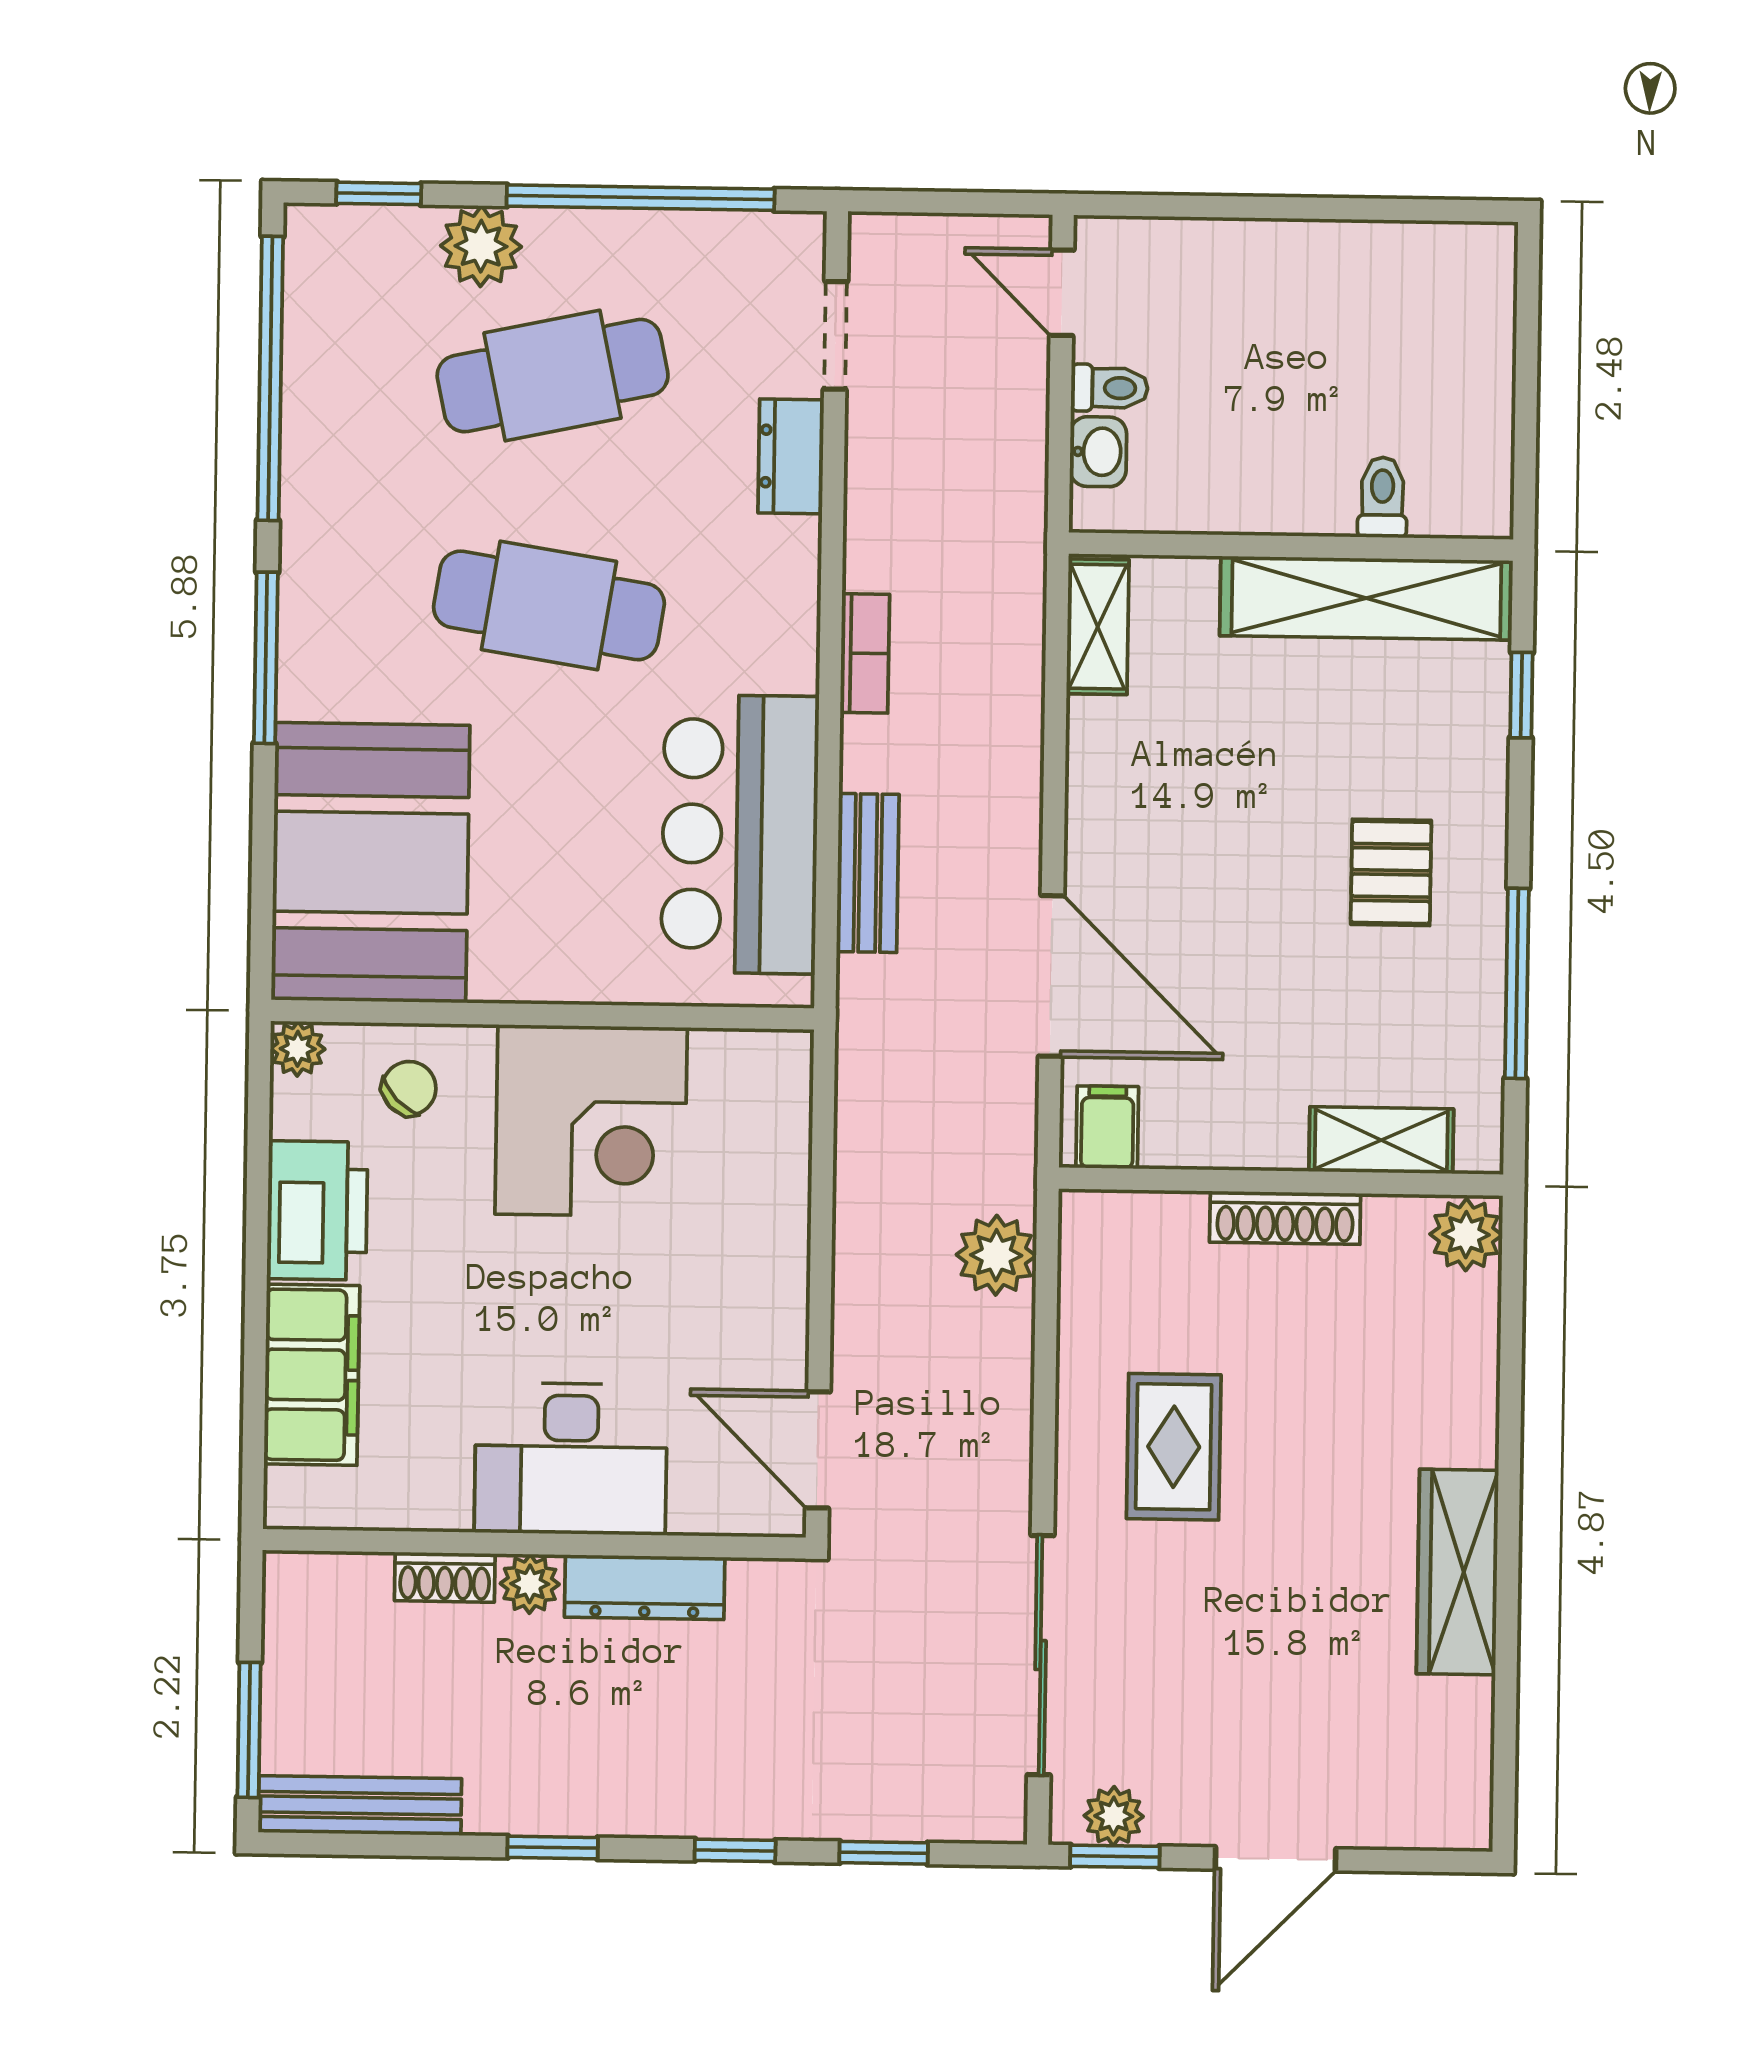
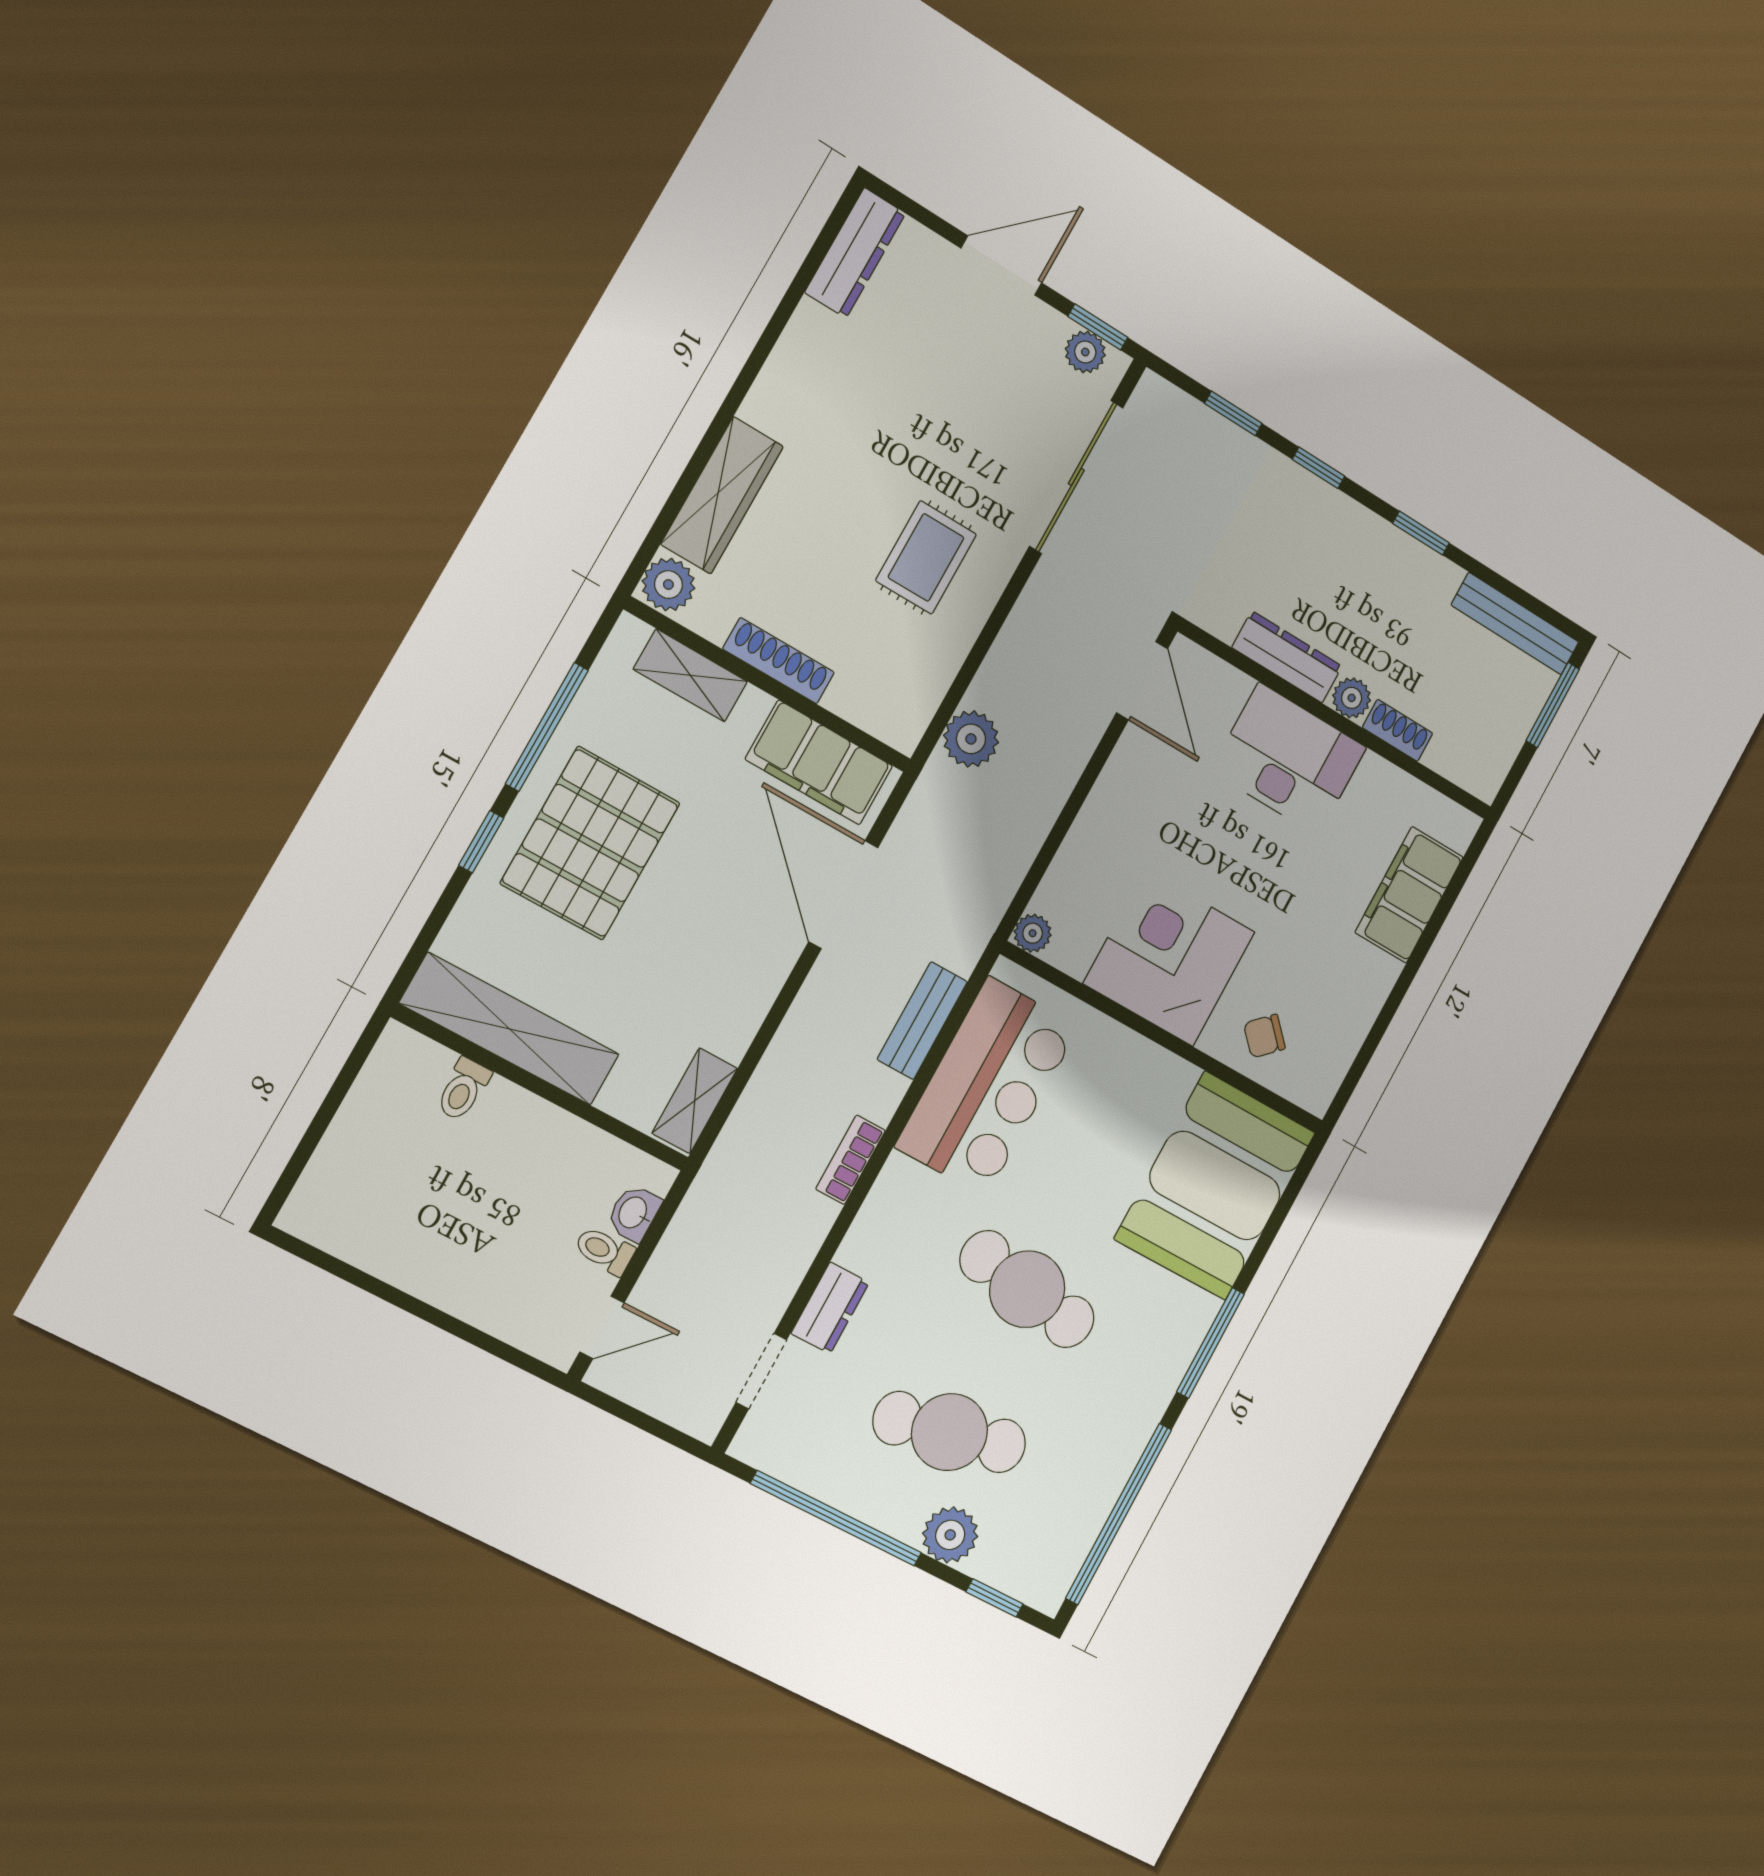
door: (1062, 293) -> (602, 1327), hinge flipped
window: (1521, 695) -> (481, 842), moved
pallet: (1391, 872) -> (590, 843), width x2.05, depth x2.00
plant: (298, 1049) -> (1033, 933), moved
filing cabinet: (1107, 1127) -> (819, 763), width x3.00, depth x1.17
printer: (317, 1210) -> (1355, 991), removed
wardrobe: (1457, 1572) -> (722, 495), moved
dresser: (1461, 1766) -> (855, 253), added

